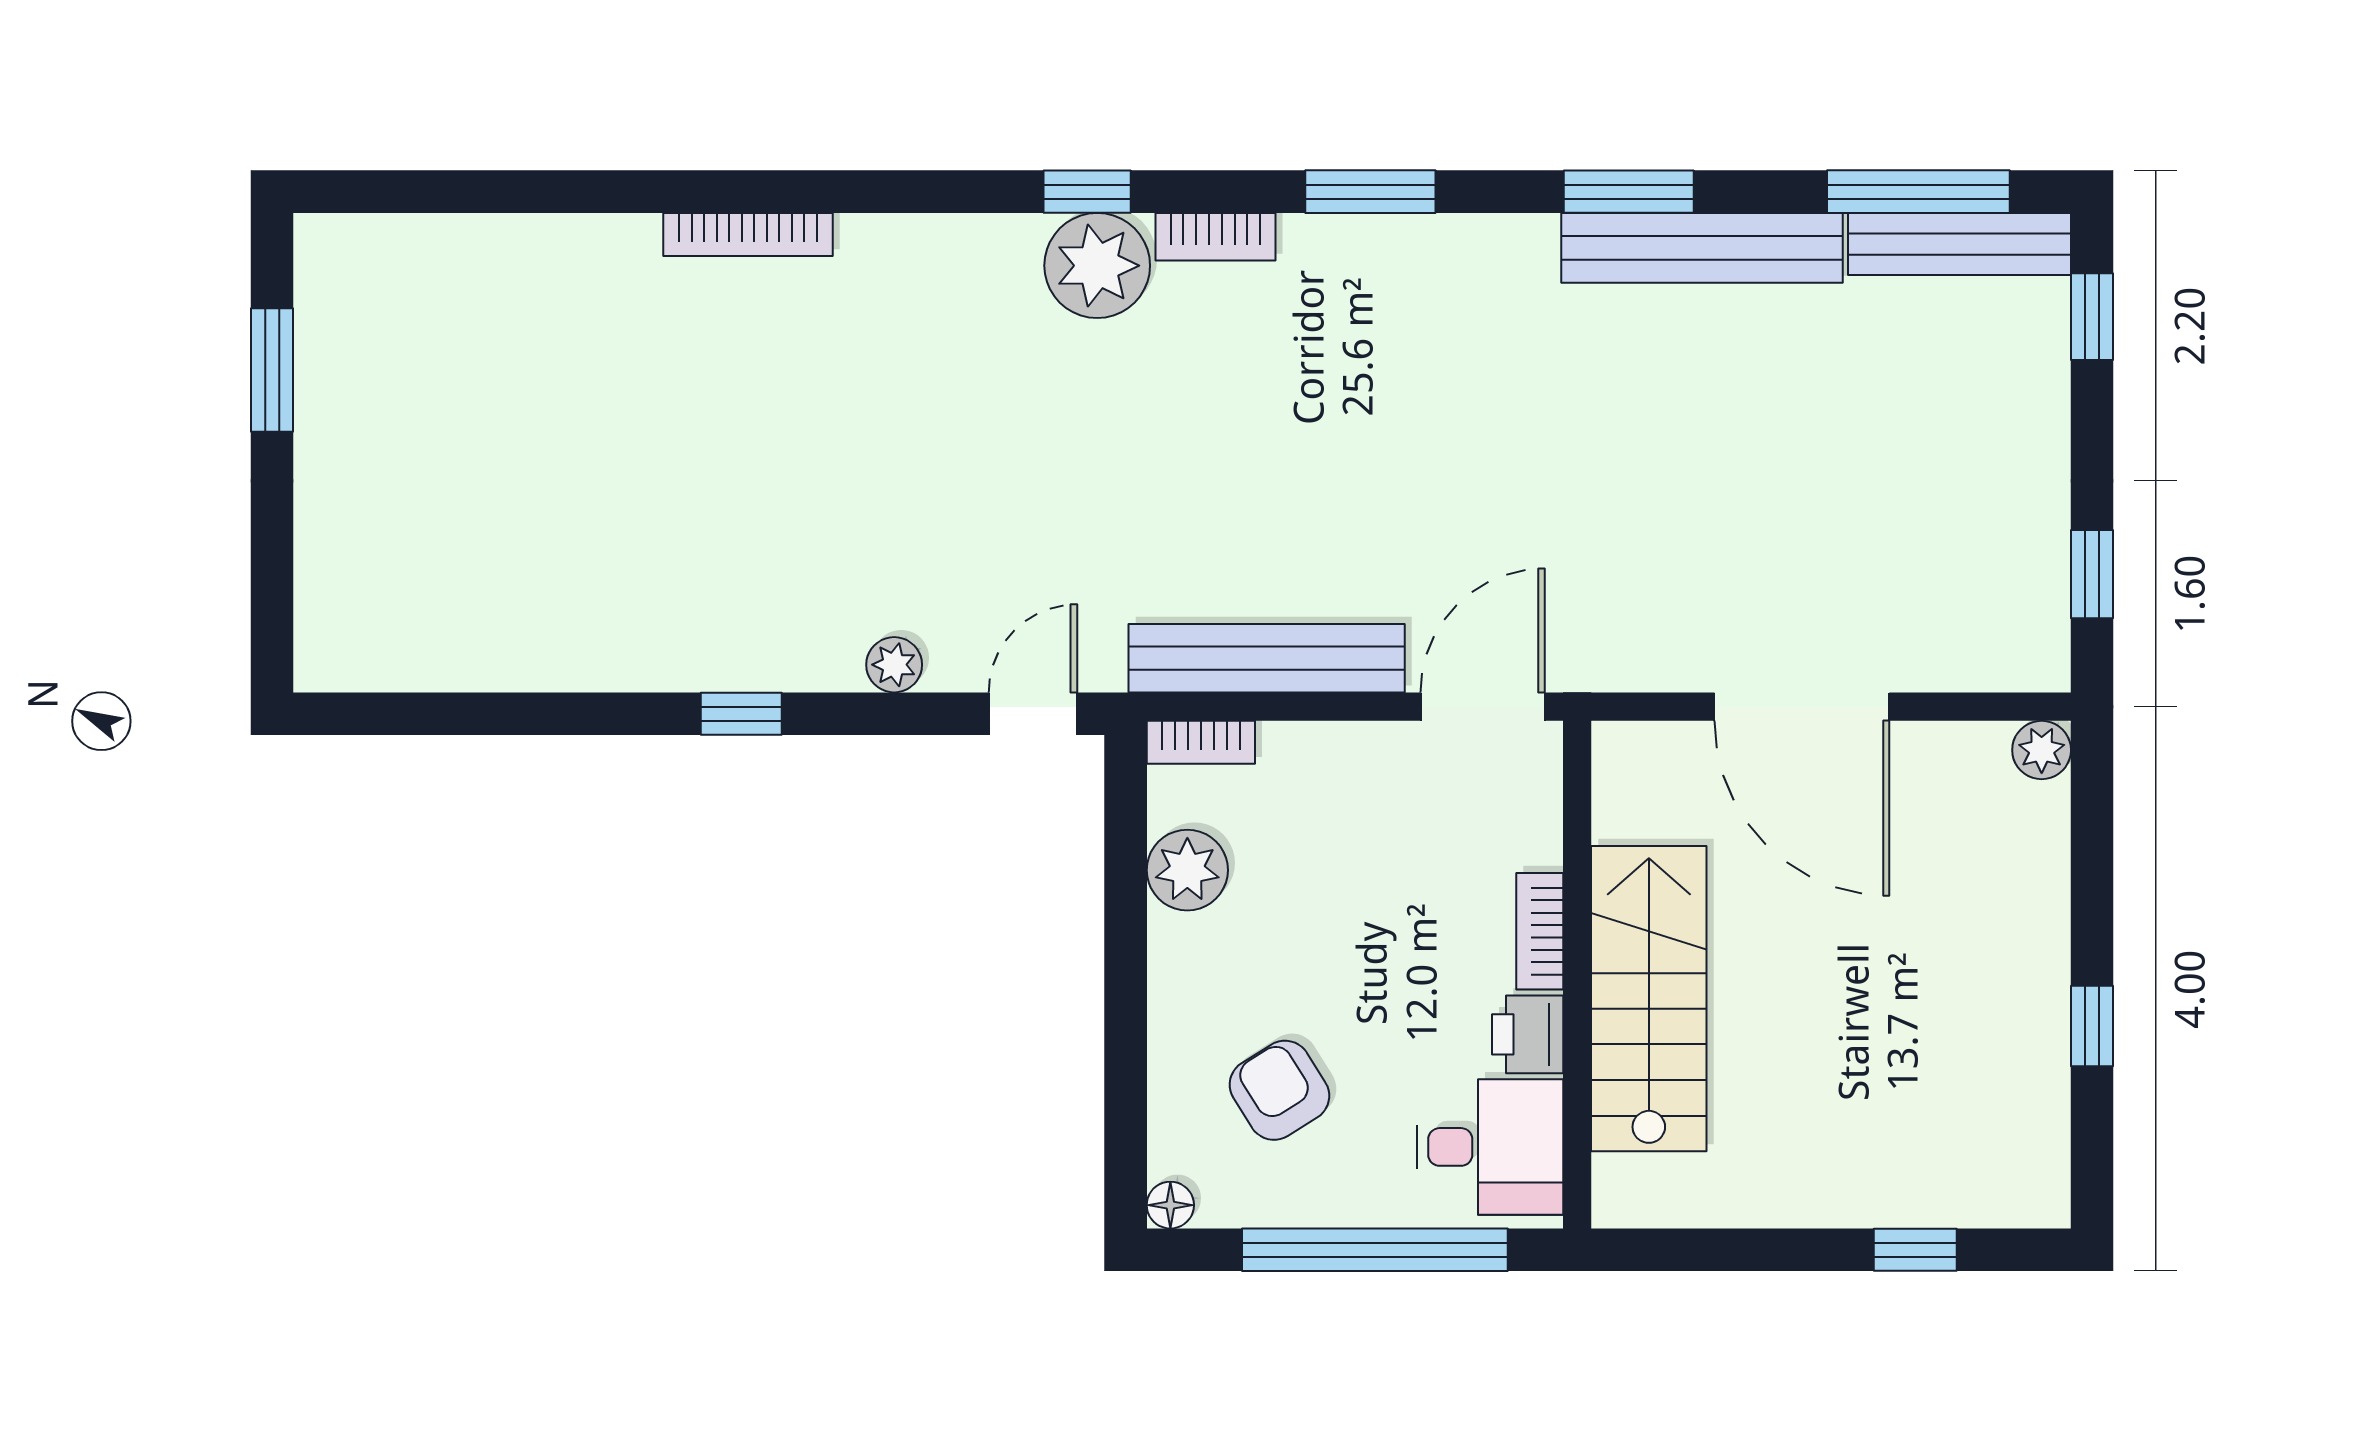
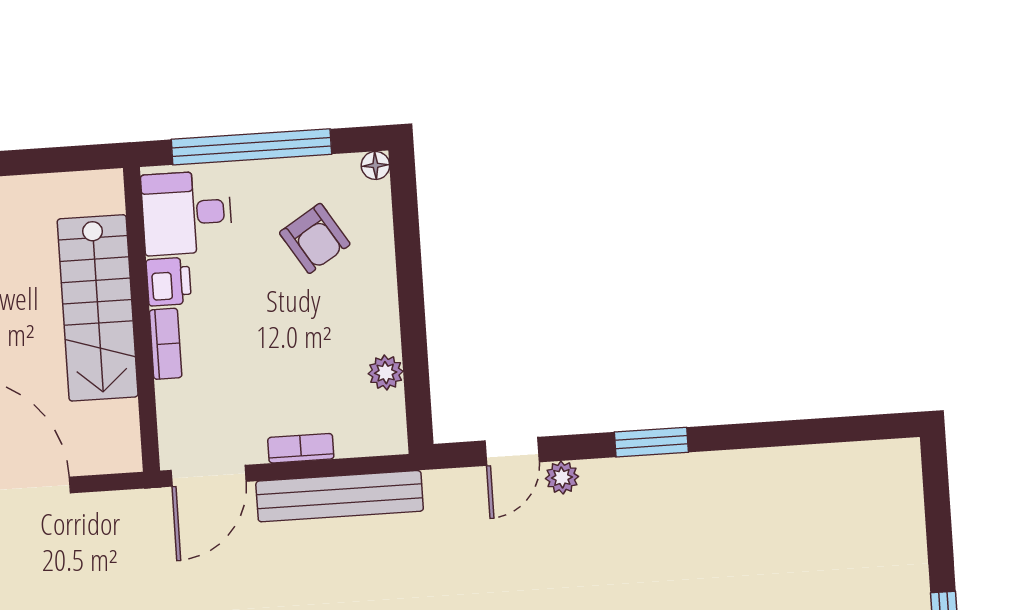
window: (741, 714) -> (651, 442), width x1.50
door: (1033, 714) -> (512, 451), moved
bookcase: (1201, 742) -> (301, 448), moved
plant: (1187, 870) -> (386, 373), width x0.73, depth x0.73

